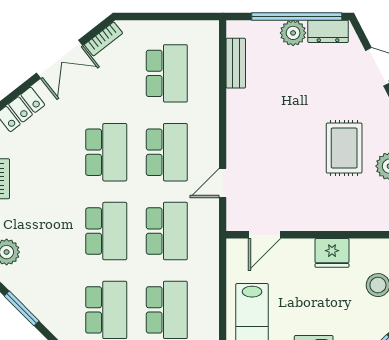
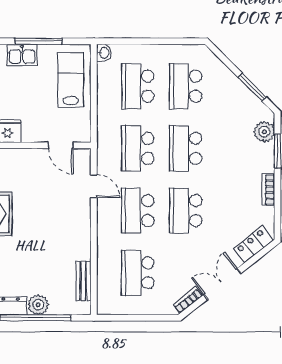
door: (223, 183) -> (94, 186), hinge flipped
door: (265, 235) -> (61, 145), swing flipped

